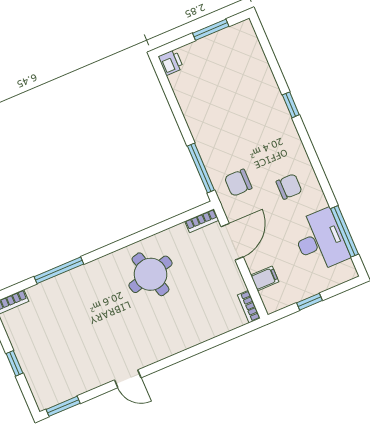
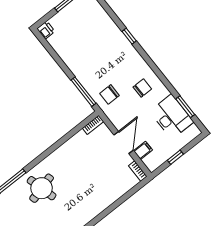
window: (344, 231) -> (185, 107), width x0.69
door: (232, 242) -> (124, 142), moved
round table: (150, 274) -> (42, 188), moved

